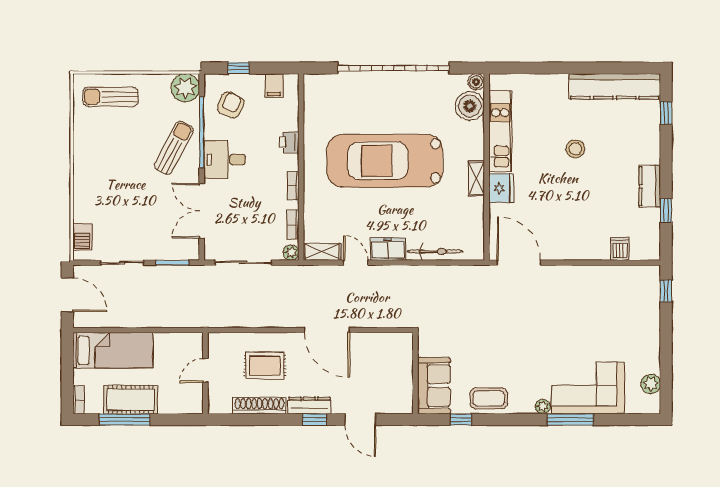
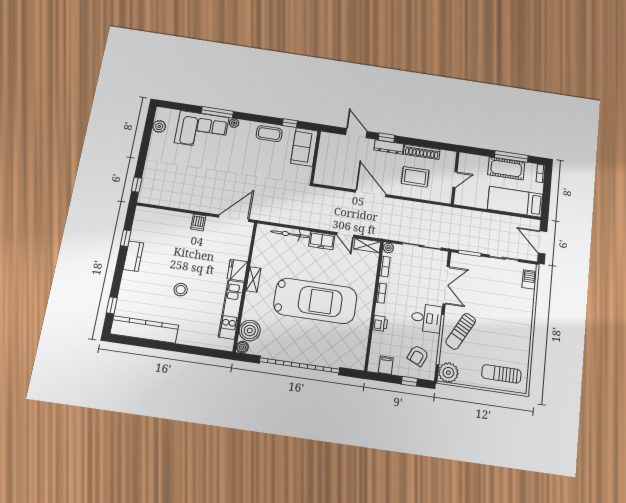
sun lounger: (111, 97) -> (501, 374), turned 180
dishwasher: (620, 249) -> (198, 222), moved
door: (519, 263) -> (234, 218), swing flipped

